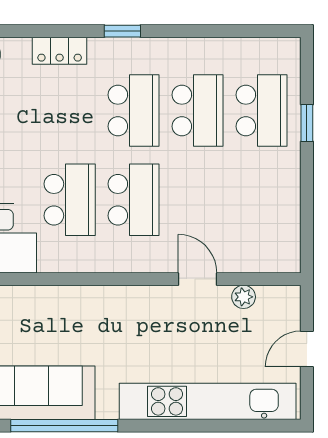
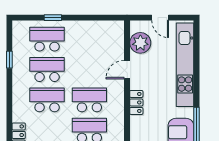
window: (122, 31) -> (9, 60), moved
plant: (244, 297) -> (140, 43), width x1.88, depth x1.88
locker: (128, 299) -> (136, 102), added

